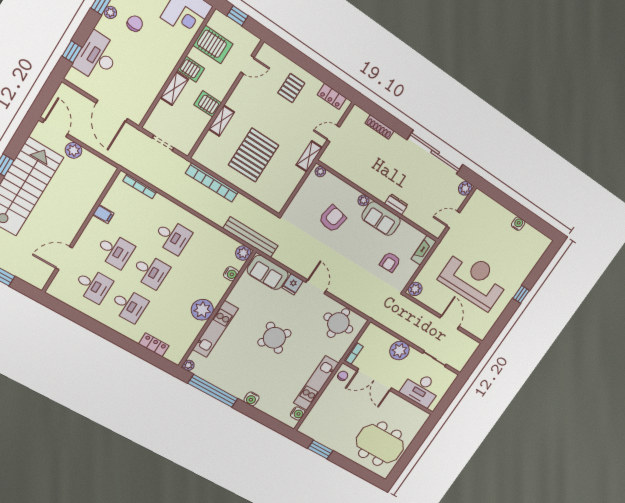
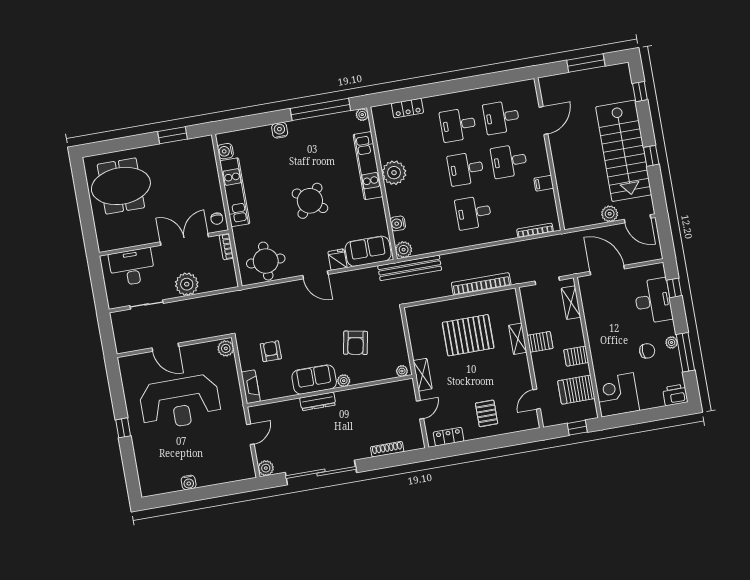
chair: (135, 24) -> (647, 351), turned -90
shelving: (174, 89) -> (571, 303), moved
pallet: (254, 155) -> (468, 335), turned 90
dresser: (396, 204) -> (318, 401), width x1.44

